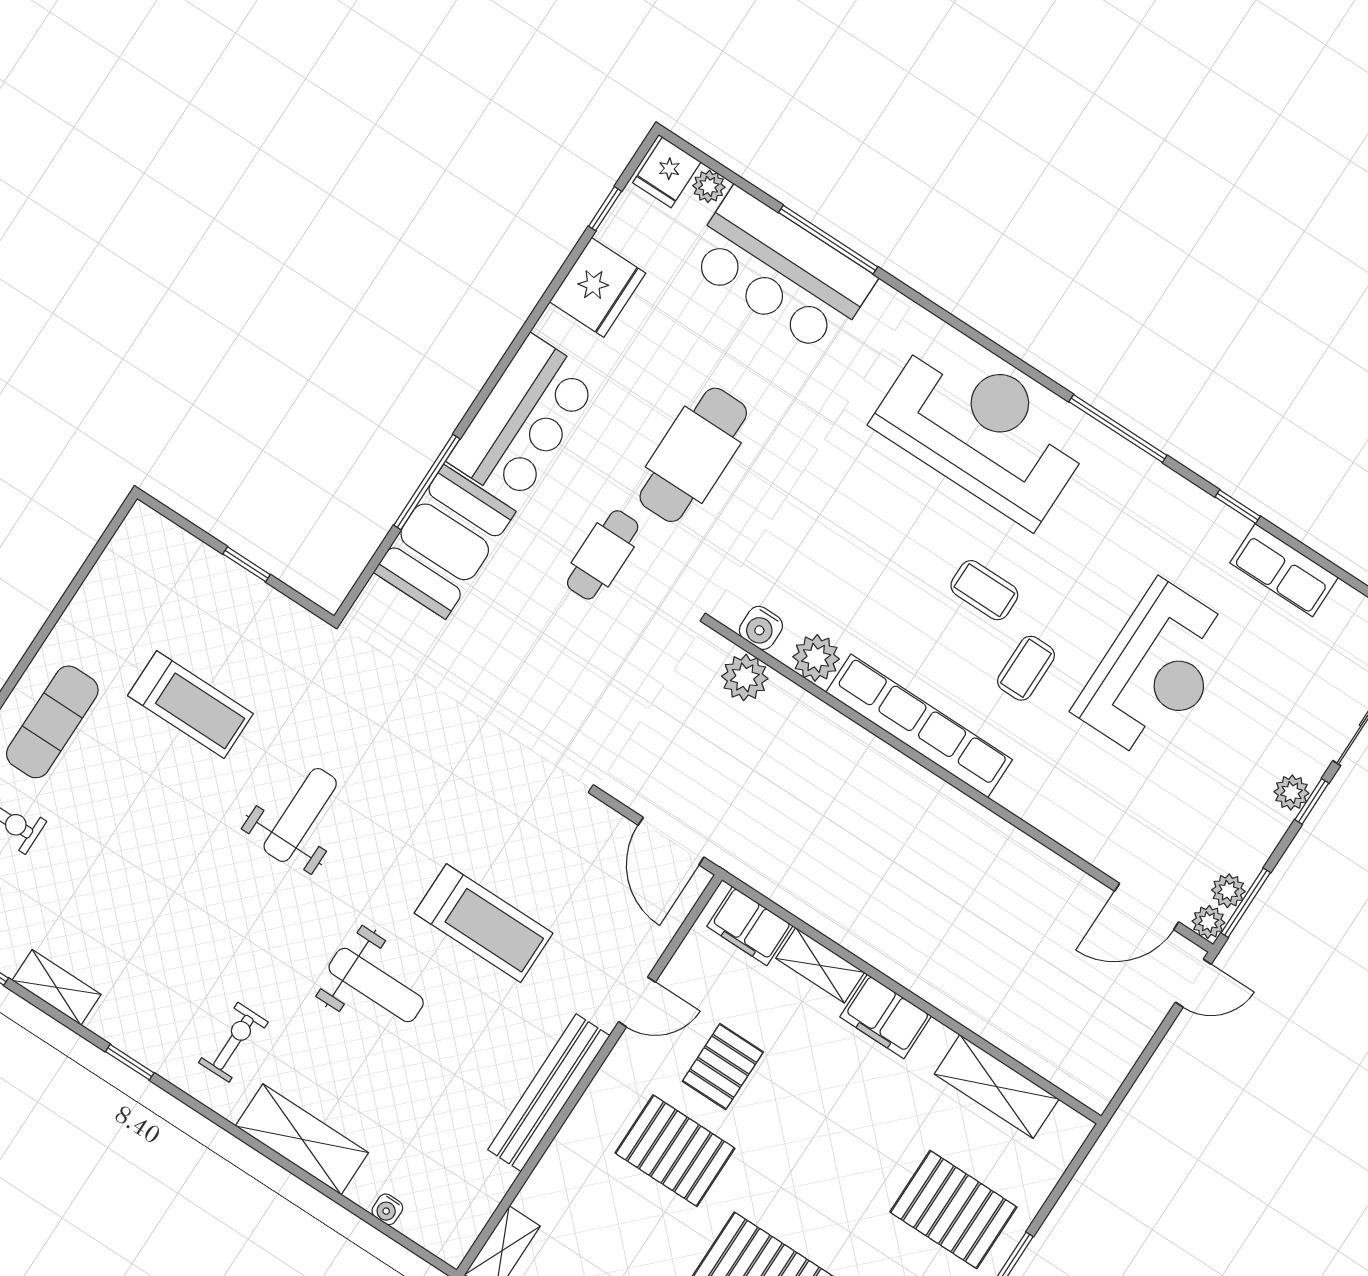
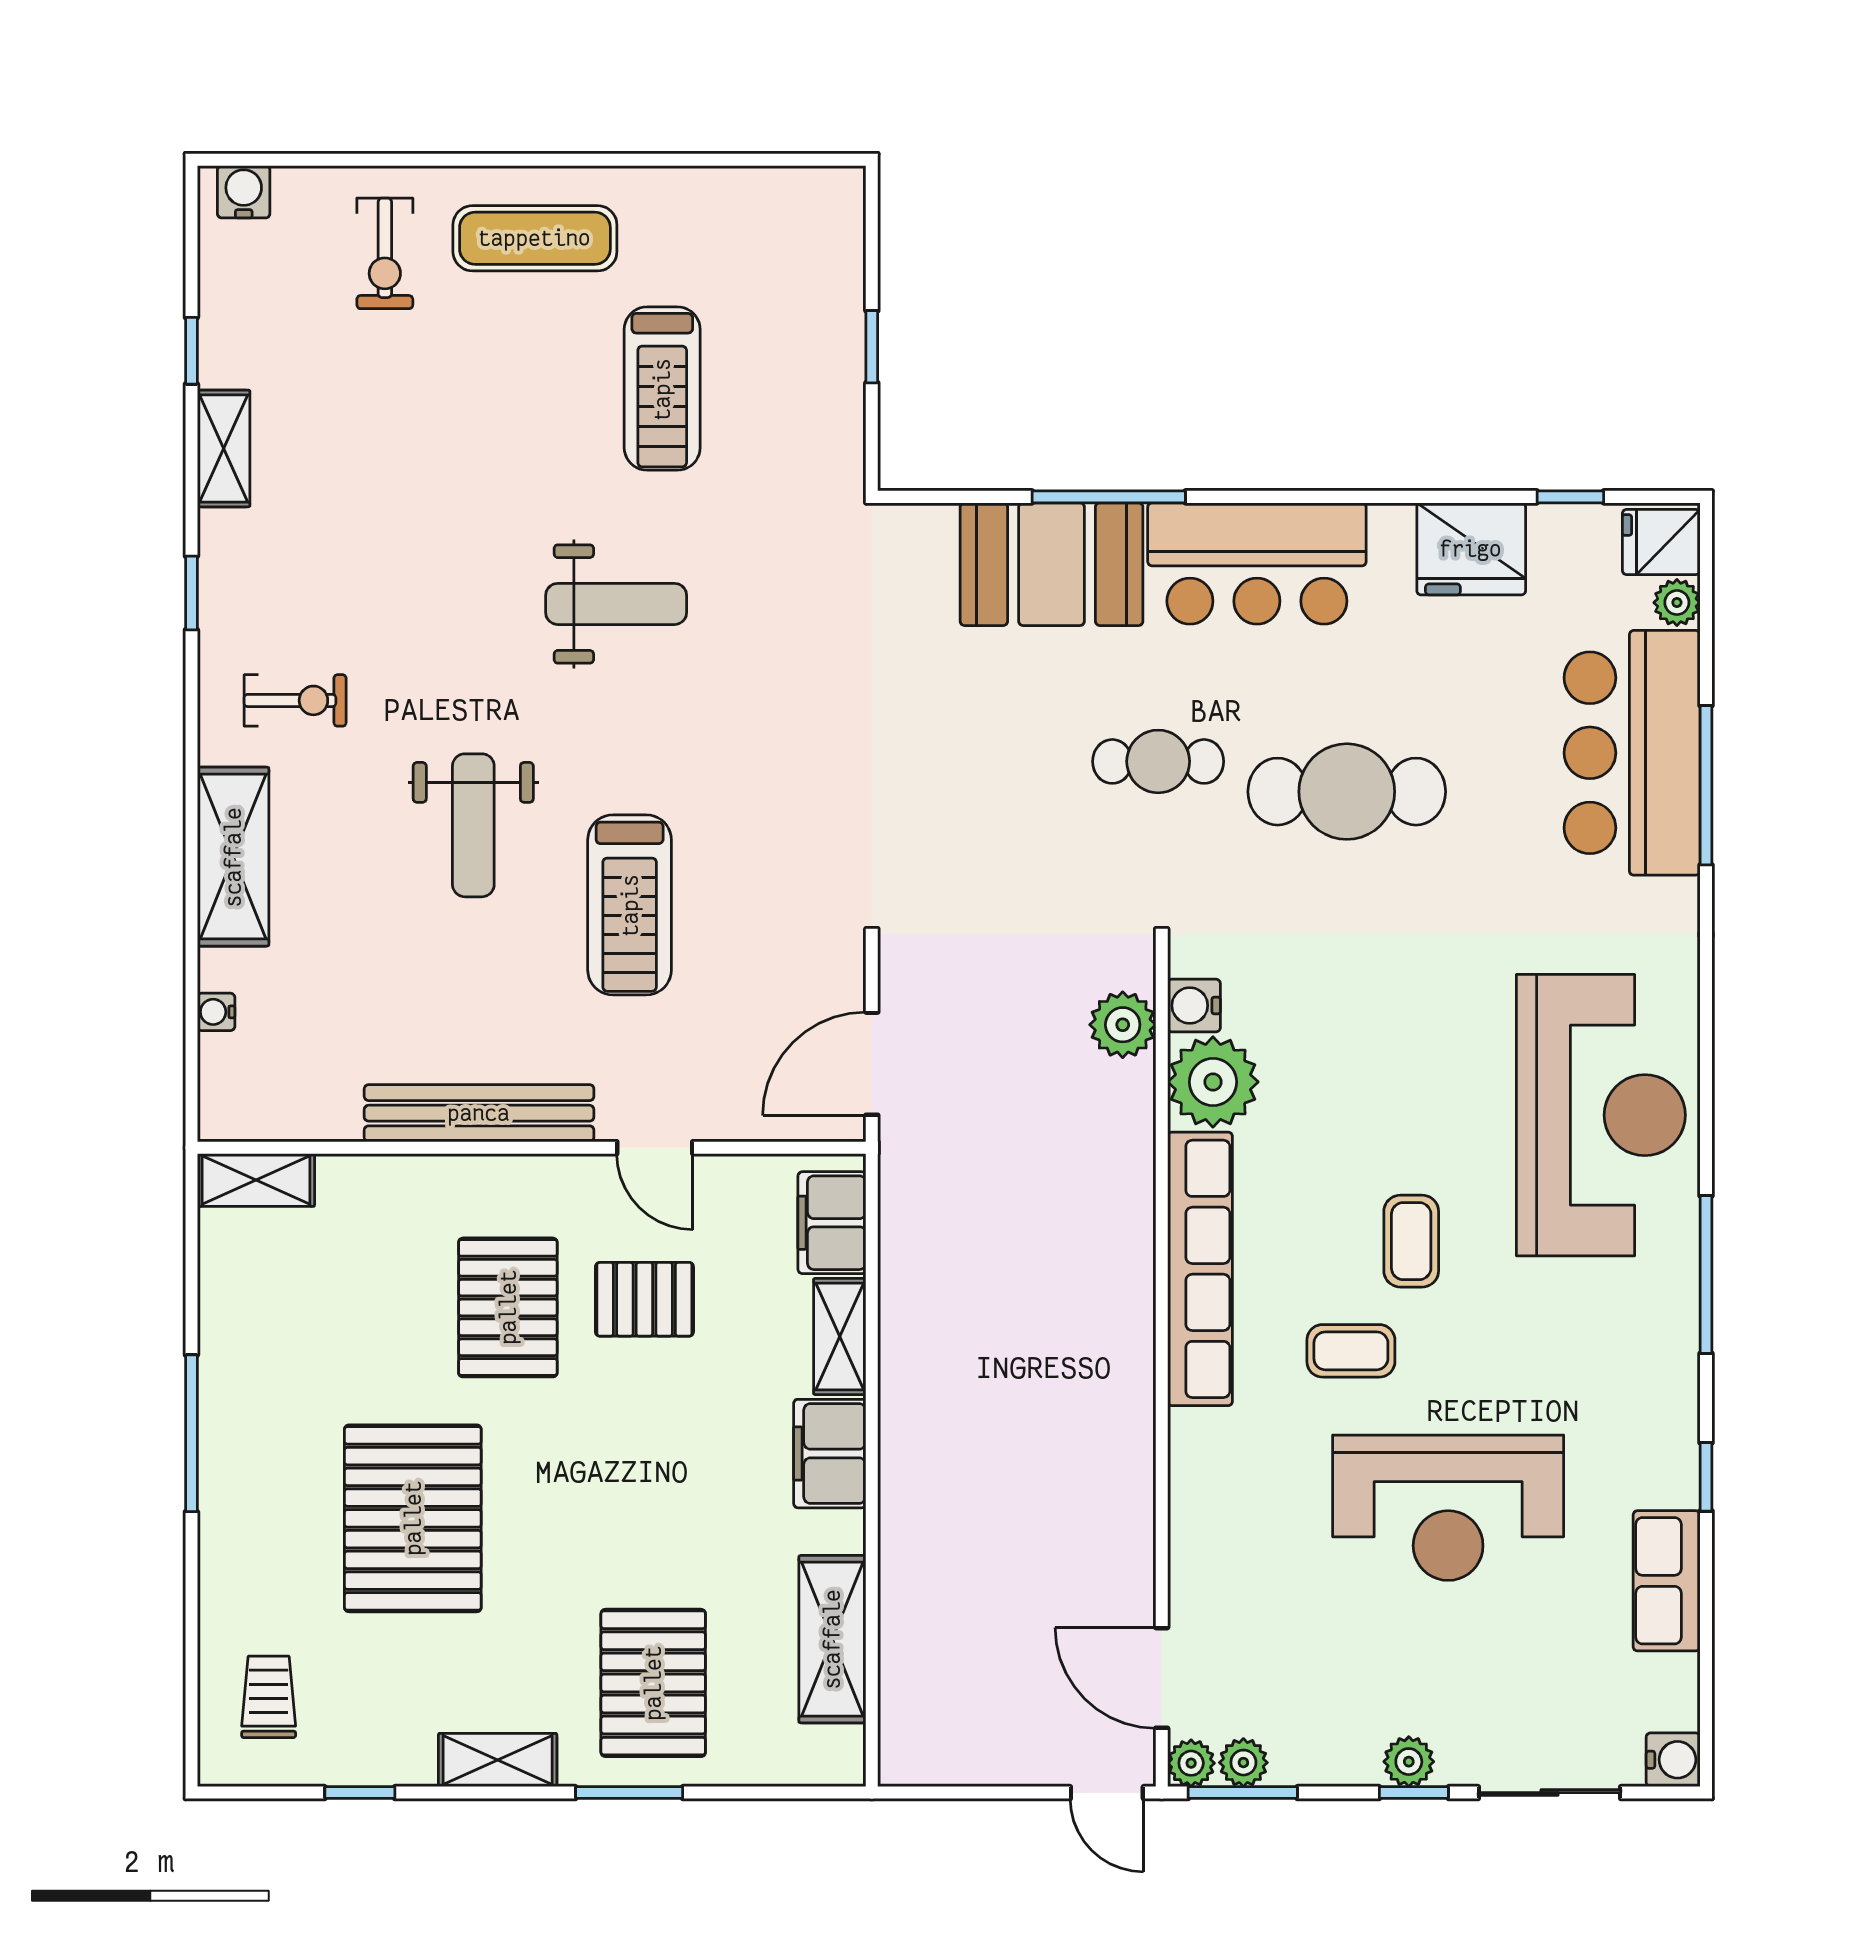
plant: (816, 658) -> (1213, 1082), width x1.36, depth x1.36

